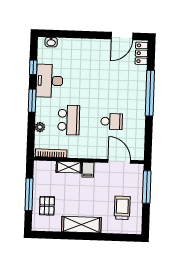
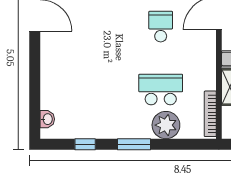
desk: (49, 81) -> (104, 120), removed
plant: (40, 127) -> (166, 125), width x1.87, depth x1.87

